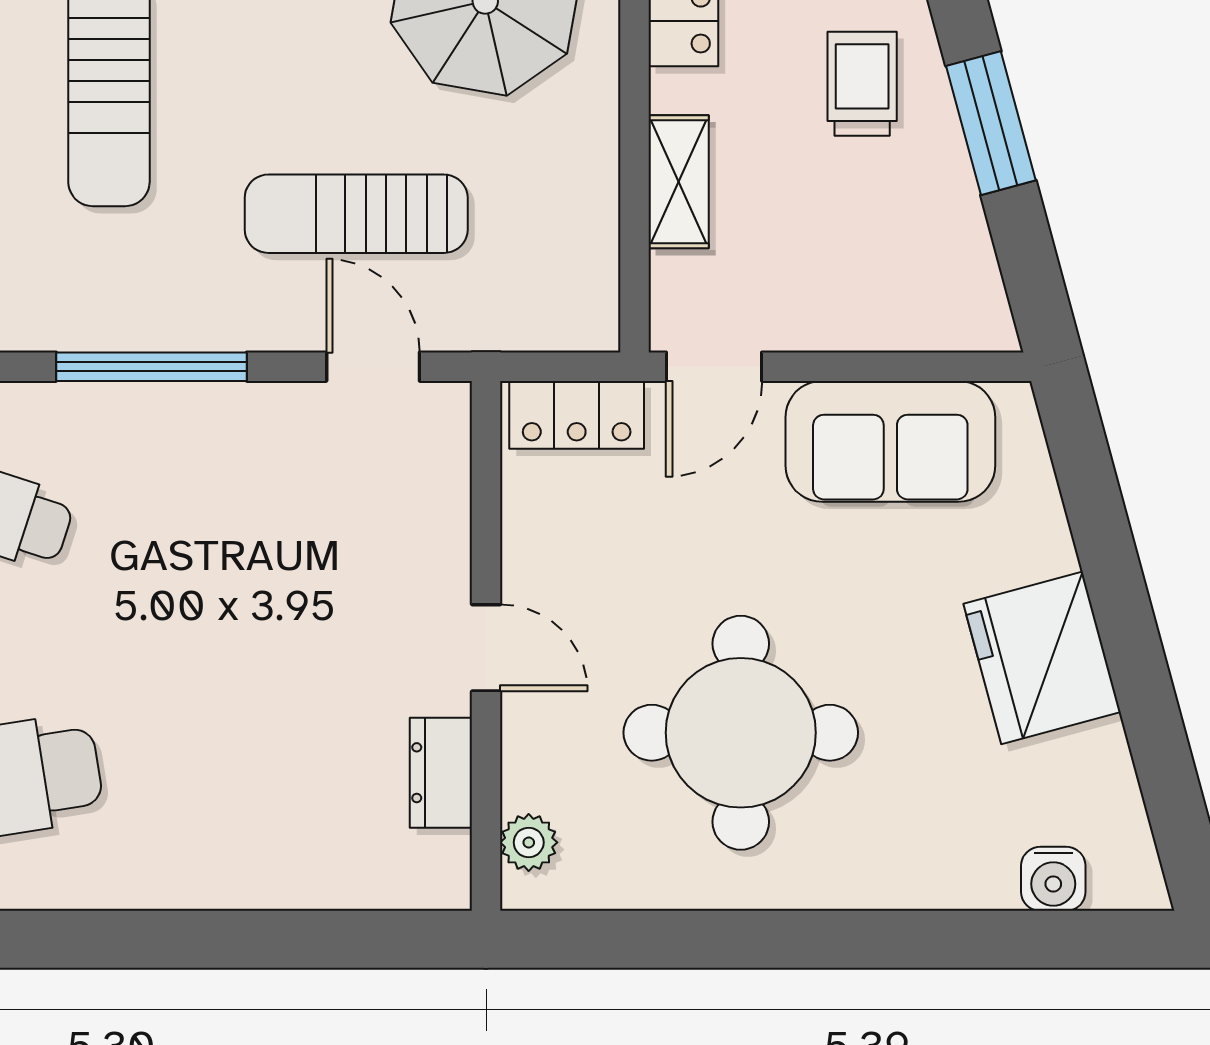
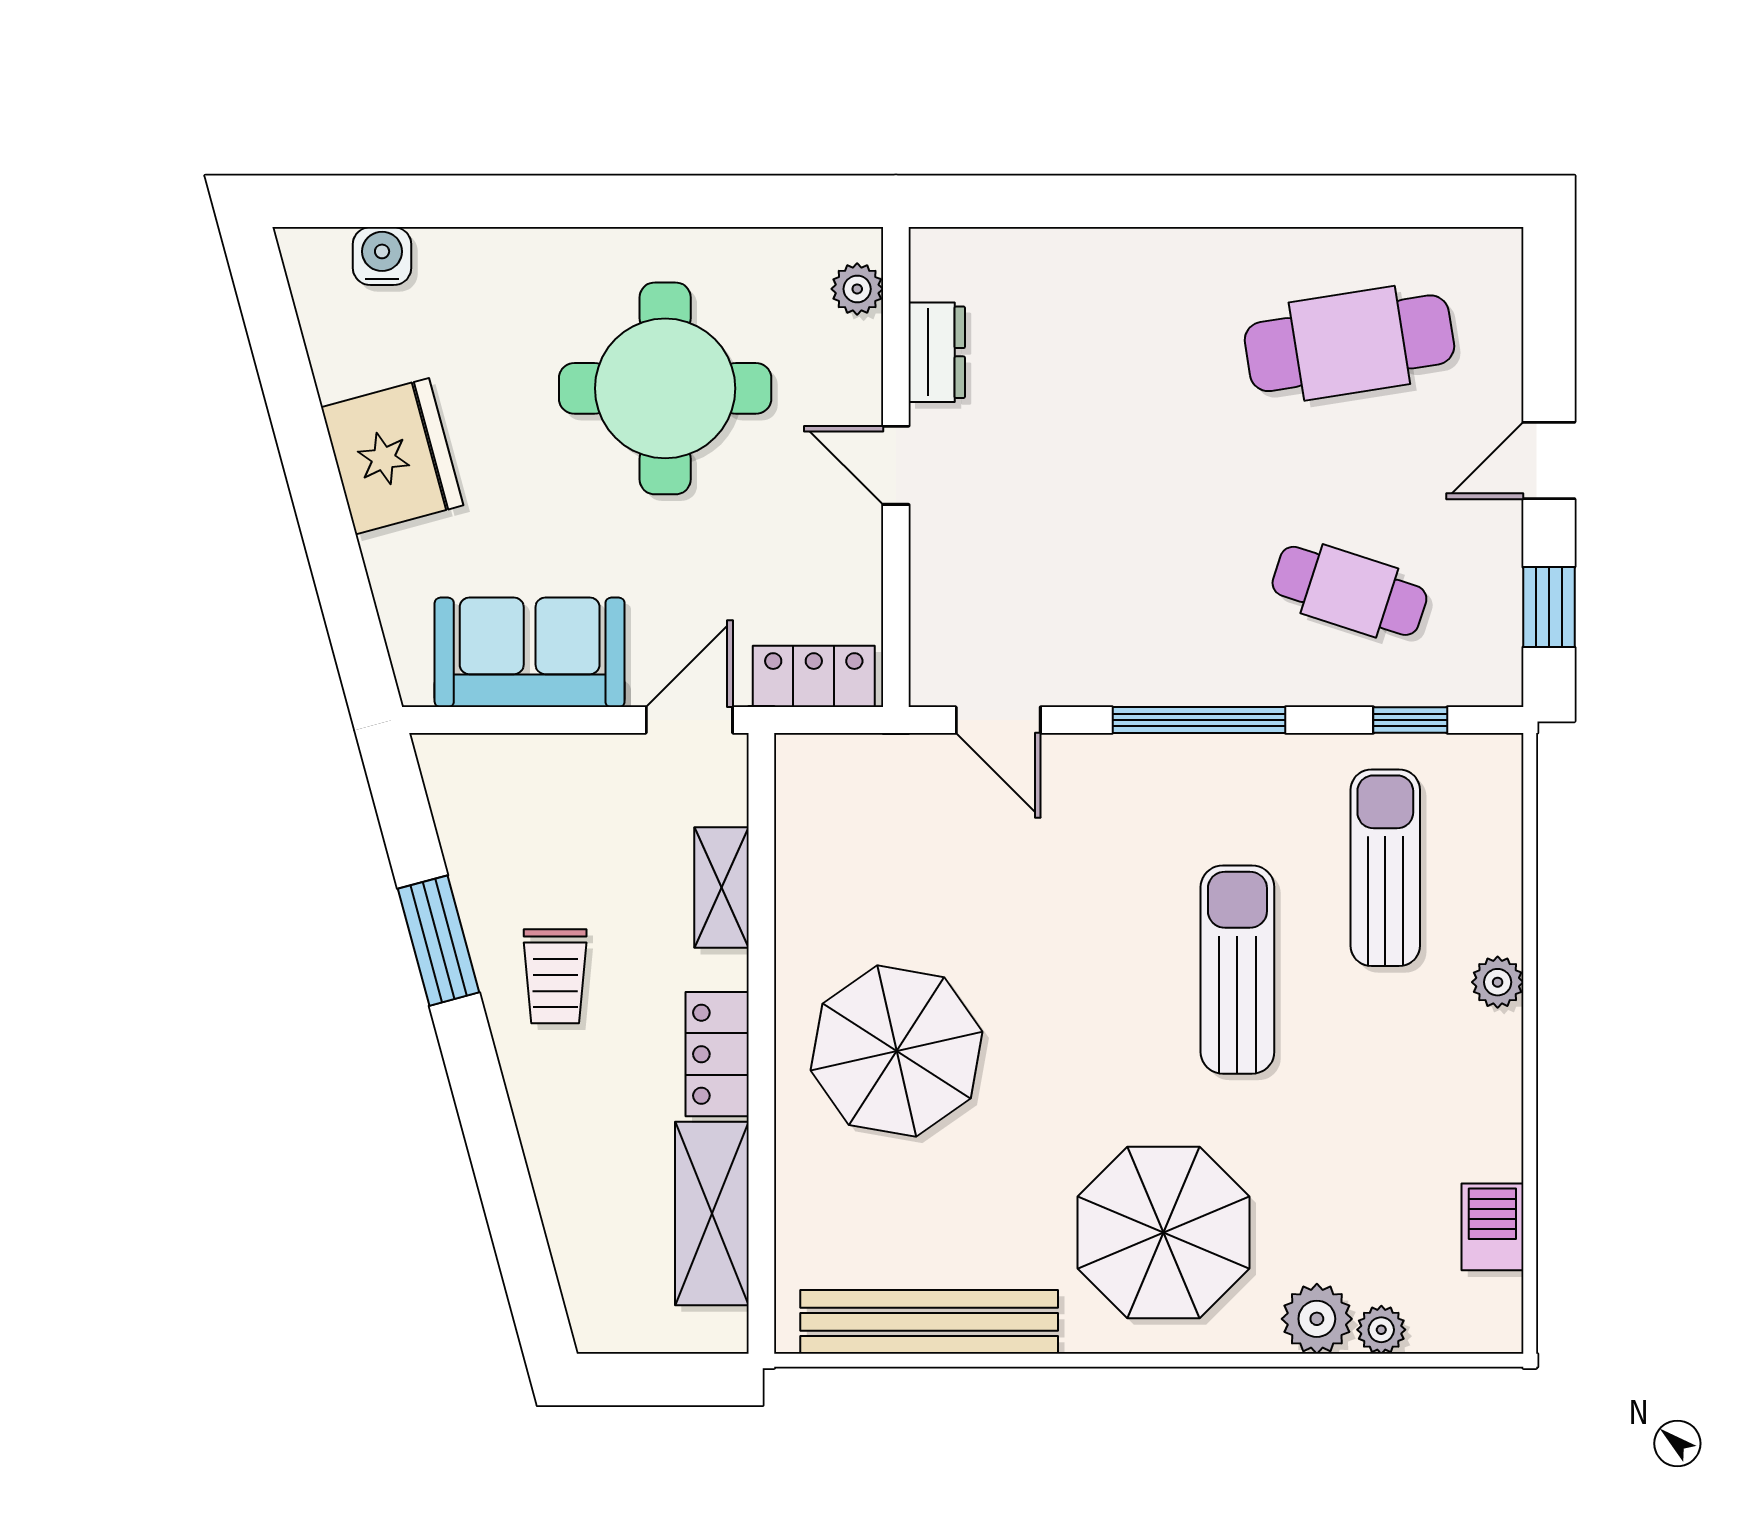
sun lounger: (356, 214) -> (1013, 859), removed

